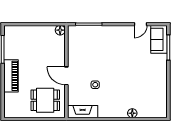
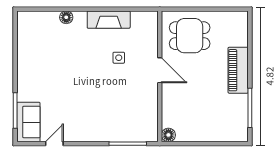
fireplace: (83, 112) -> (109, 20), moved

